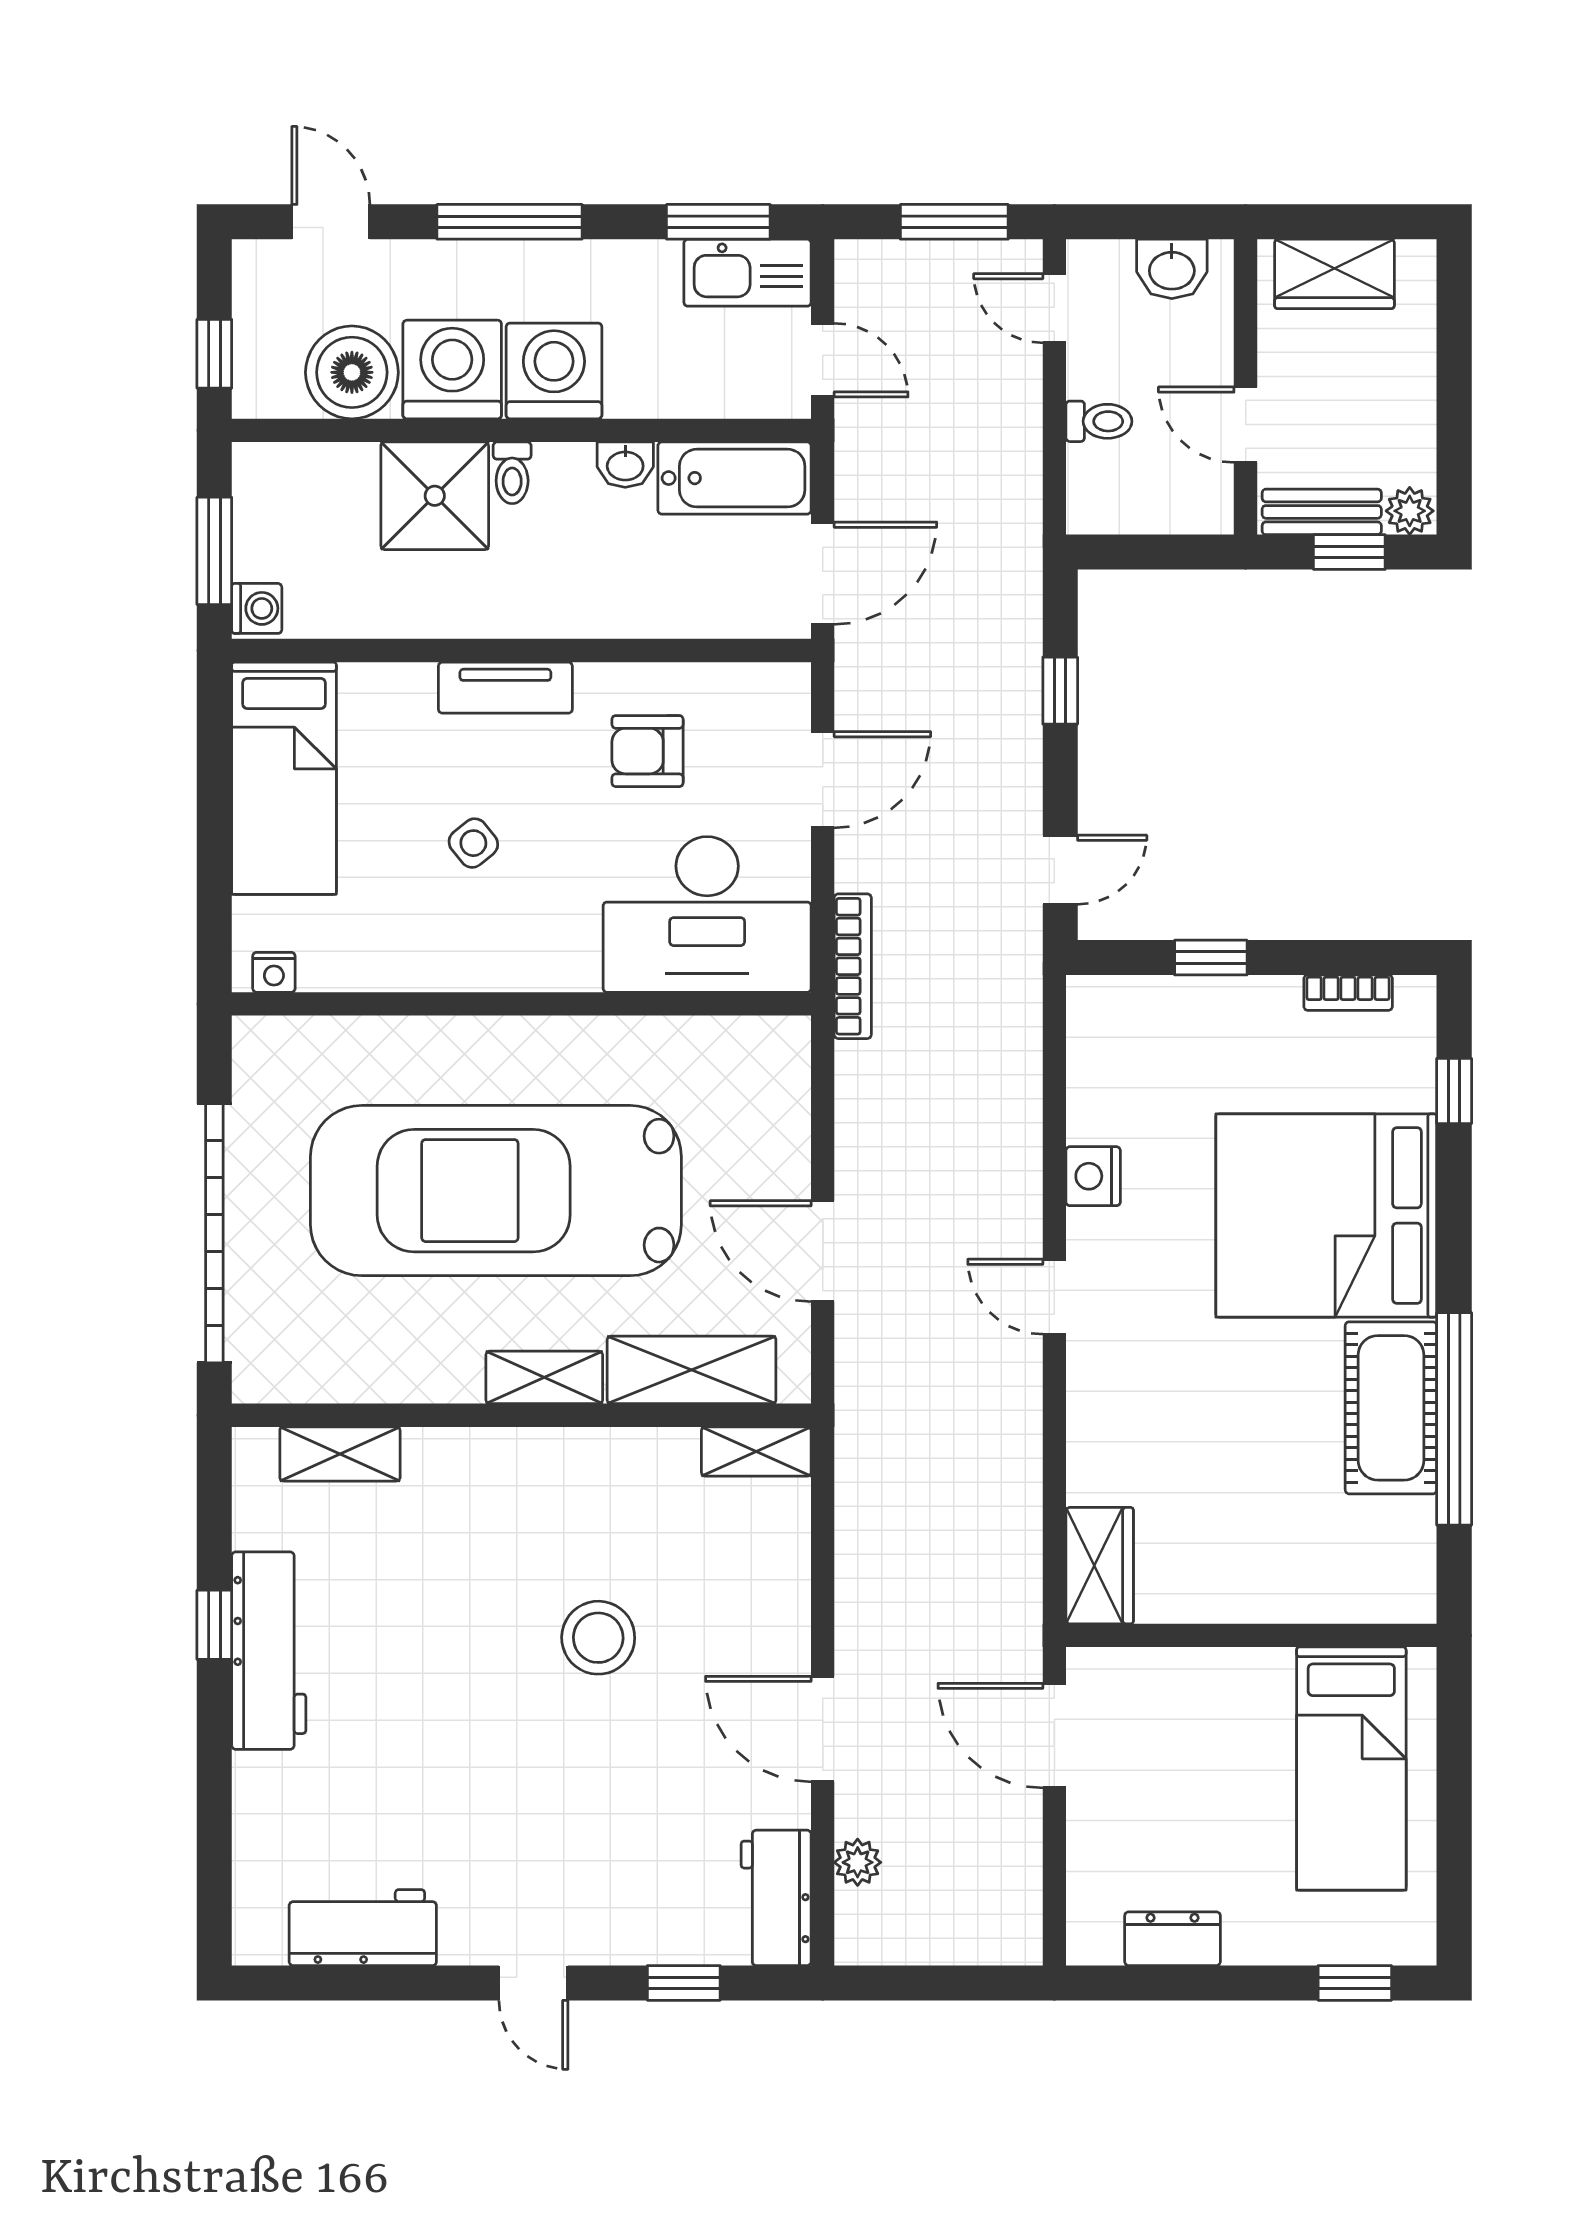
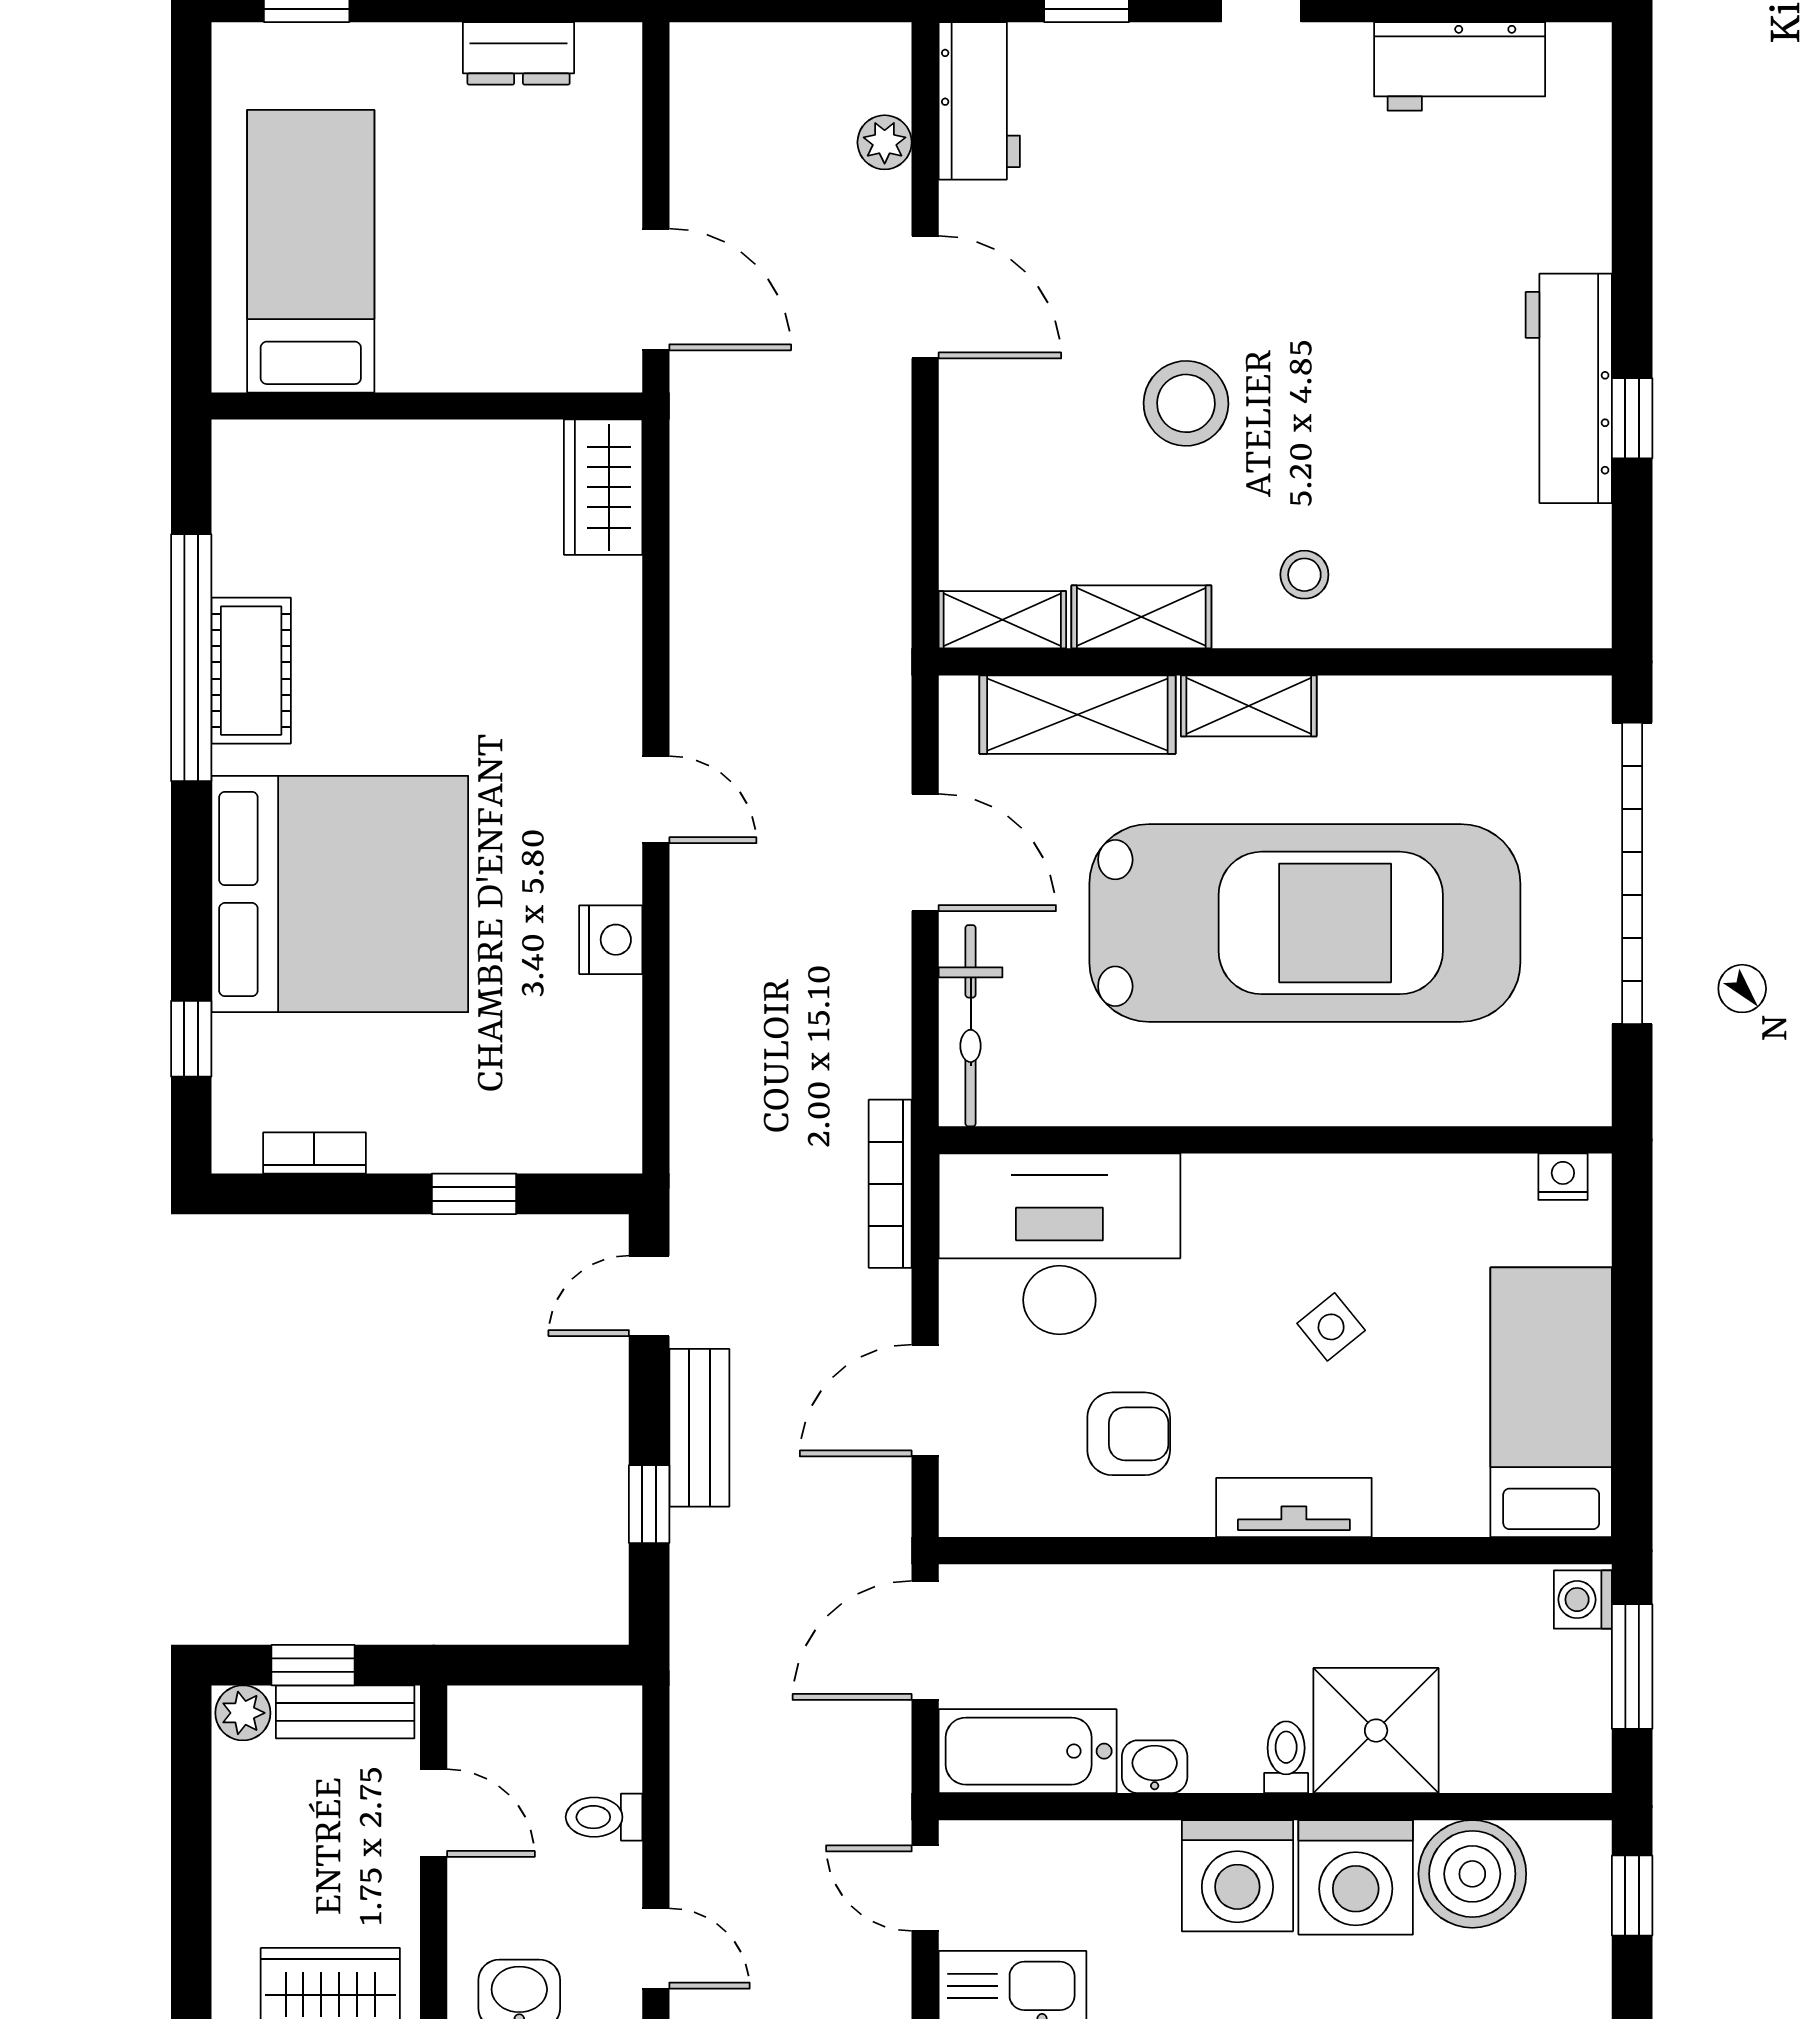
bench: (1017, 756) -> (699, 1428), added
bicycle: (784, 1102) -> (971, 1026), added
cot: (1391, 1408) -> (251, 671), width x0.73, depth x0.75
shelving: (340, 1454) -> (1141, 617), moved
stool: (496, 1490) -> (1304, 575), added

